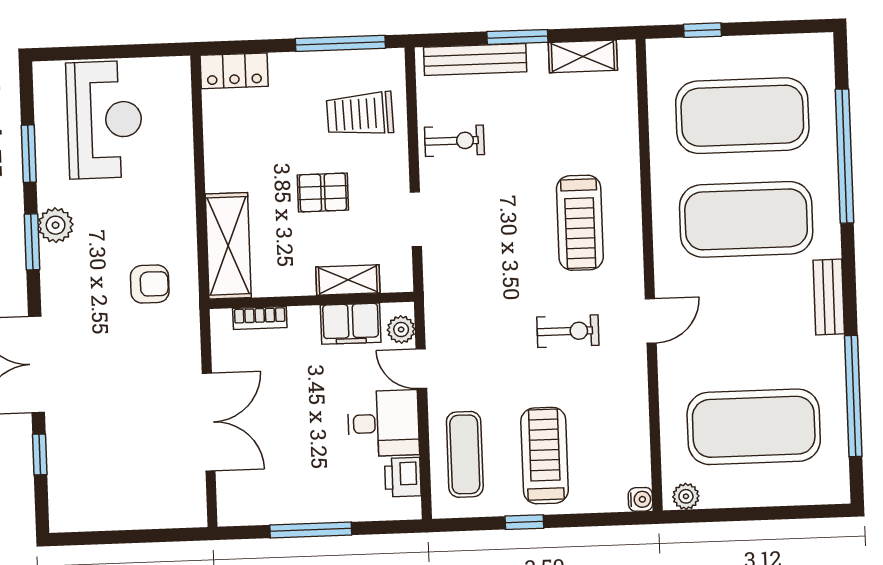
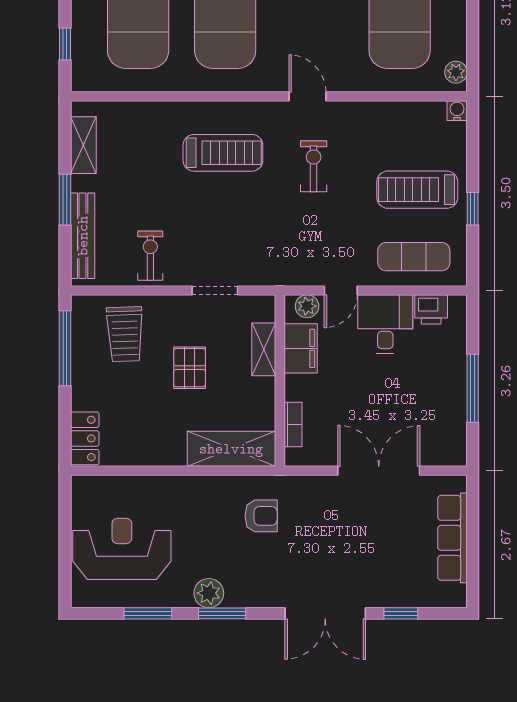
armchair: (150, 284) -> (261, 516), turned 90
row of seats: (132, 513) -> (452, 538), added

